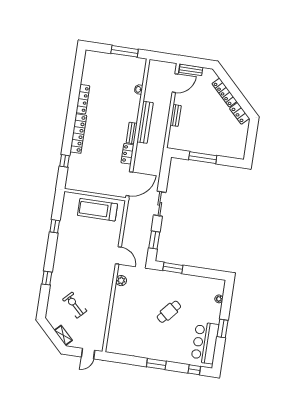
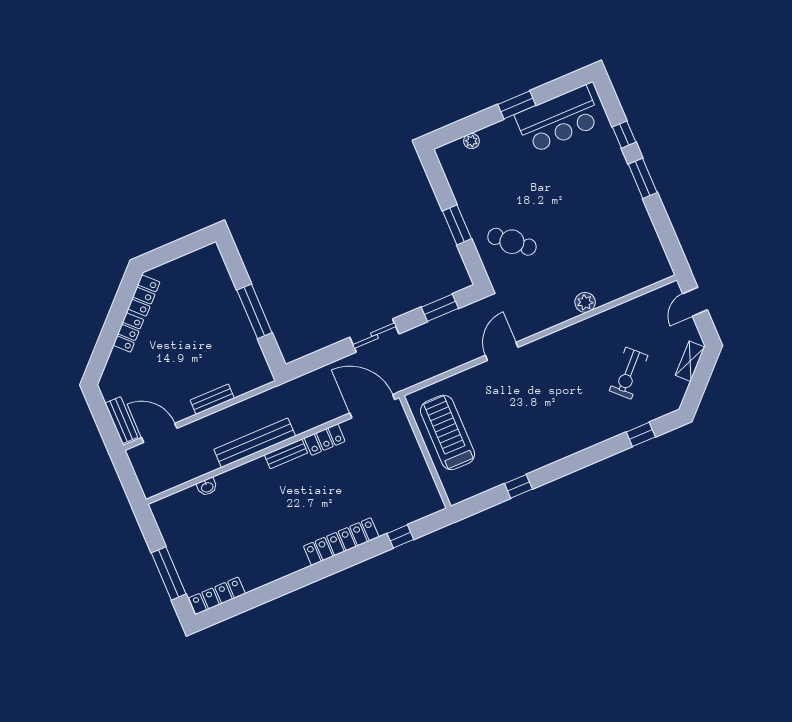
window: (125, 51) -> (169, 573), moved
locker: (224, 93) -> (128, 332), width x0.66
locker: (83, 99) -> (217, 596), moved
treadmill: (97, 210) -> (447, 432), turned 180
window: (173, 268) -> (457, 225), moved
window: (47, 278) -> (641, 434), moved
plant: (121, 281) -> (585, 302), moved
cafe table: (169, 312) -> (512, 242), moved
door: (88, 354) -> (695, 302), swing flipped
window: (194, 370) -> (624, 135), moved

